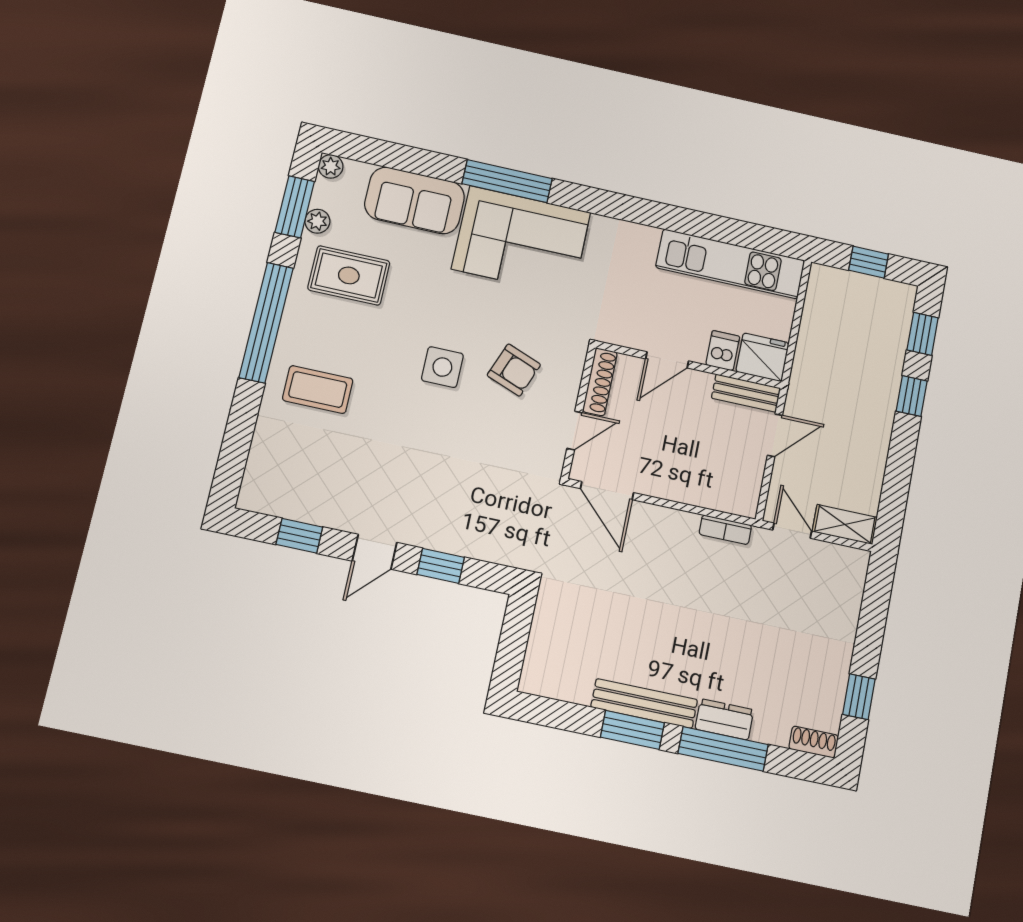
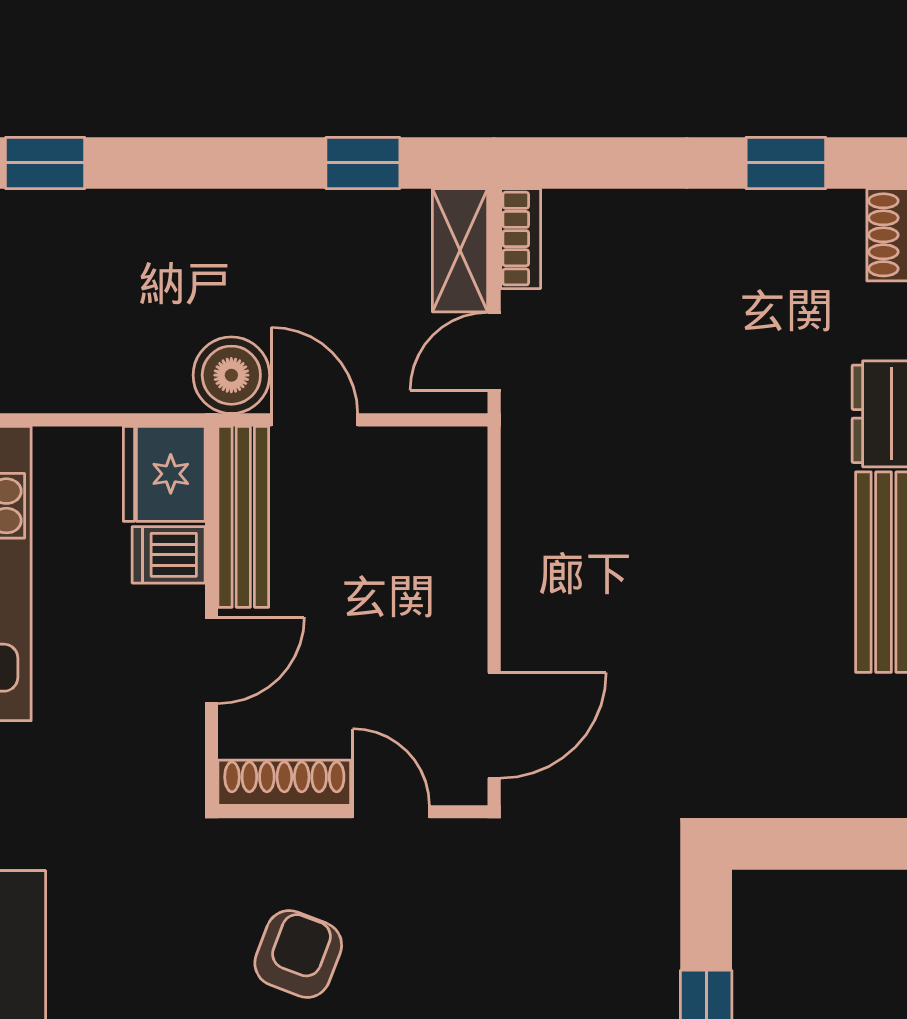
door: (667, 360) -> (212, 660), hinge flipped
bench: (746, 393) -> (243, 517), width x1.36
window: (912, 396) -> (363, 163), moved
boiler: (804, 400) -> (231, 375), added
bookcase: (725, 530) -> (521, 239), moved

